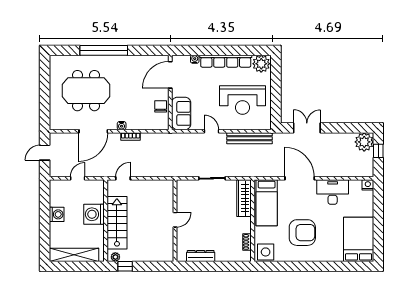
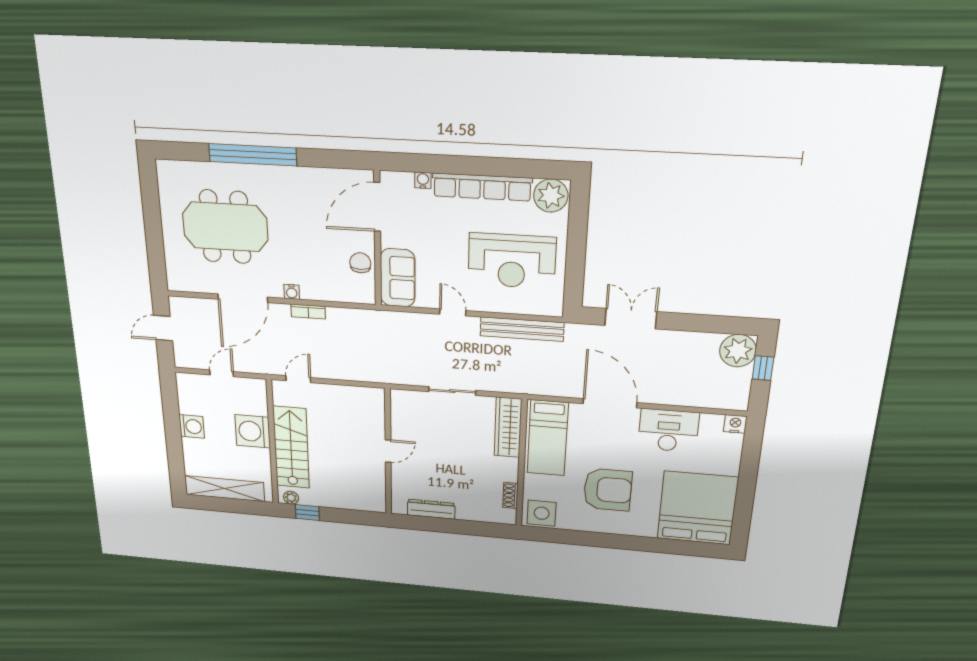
bed: (359, 239) -> (697, 508), width x1.36

